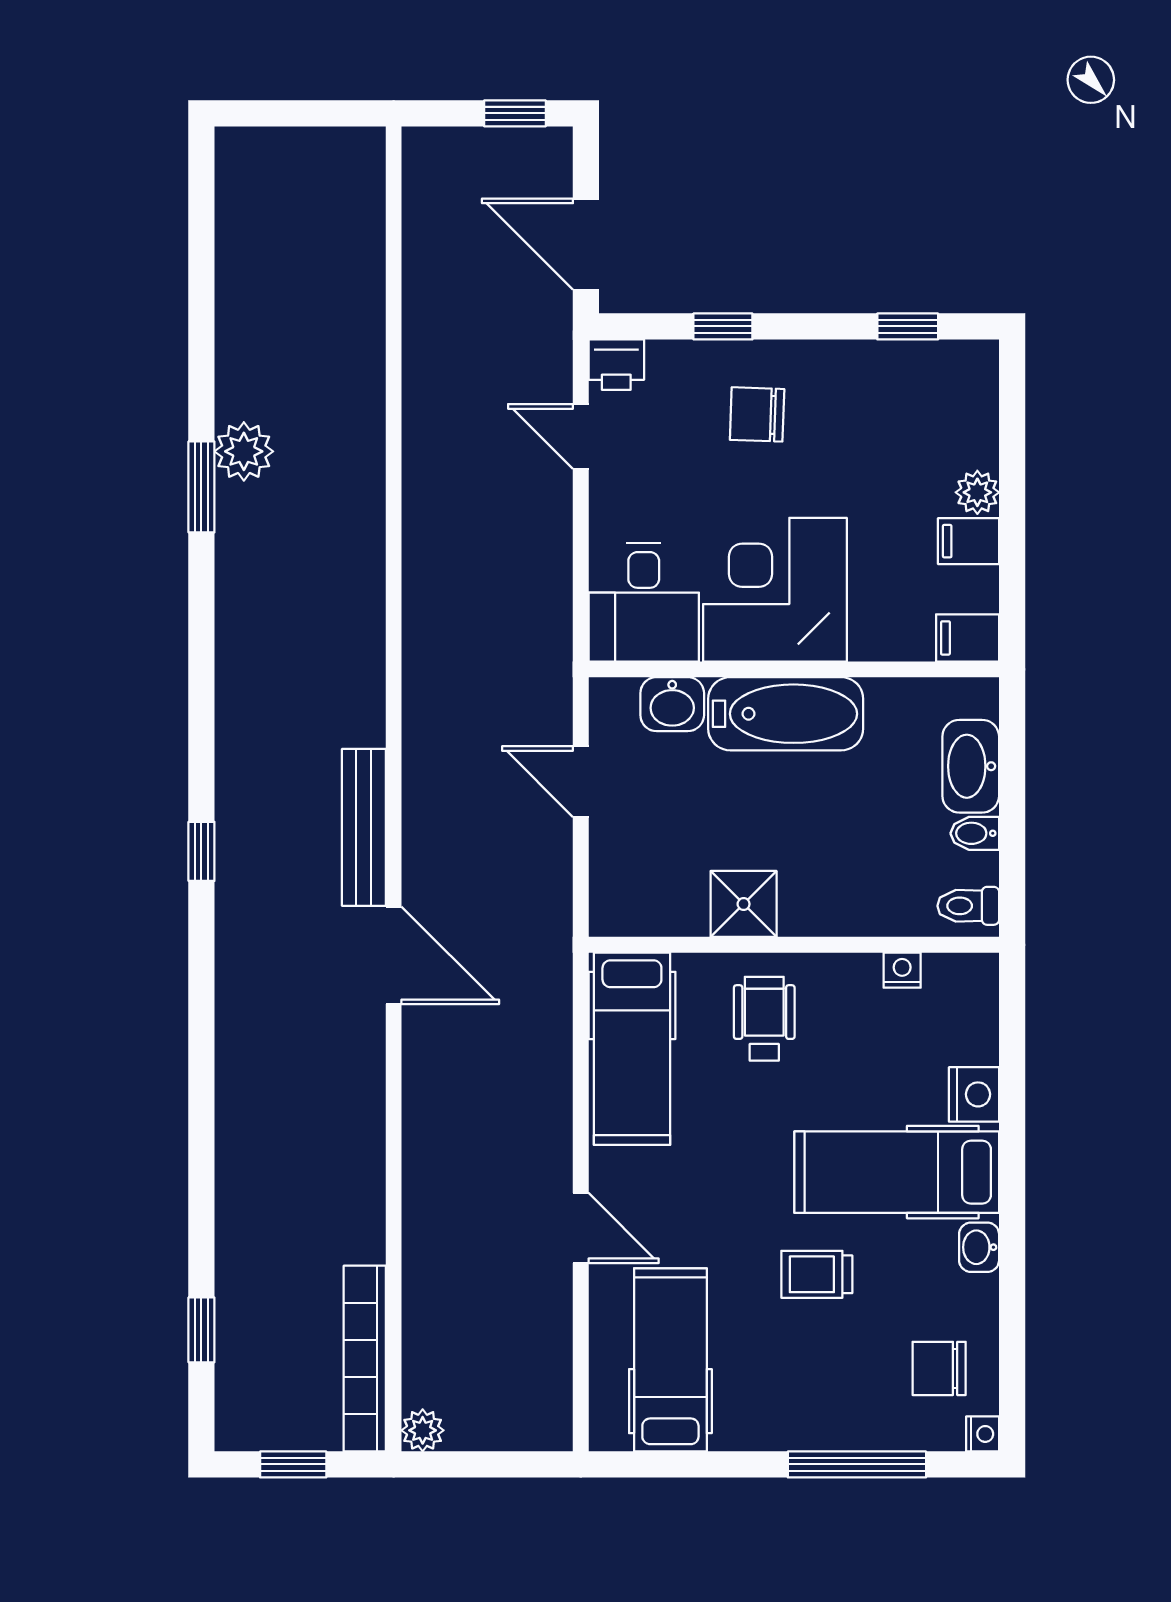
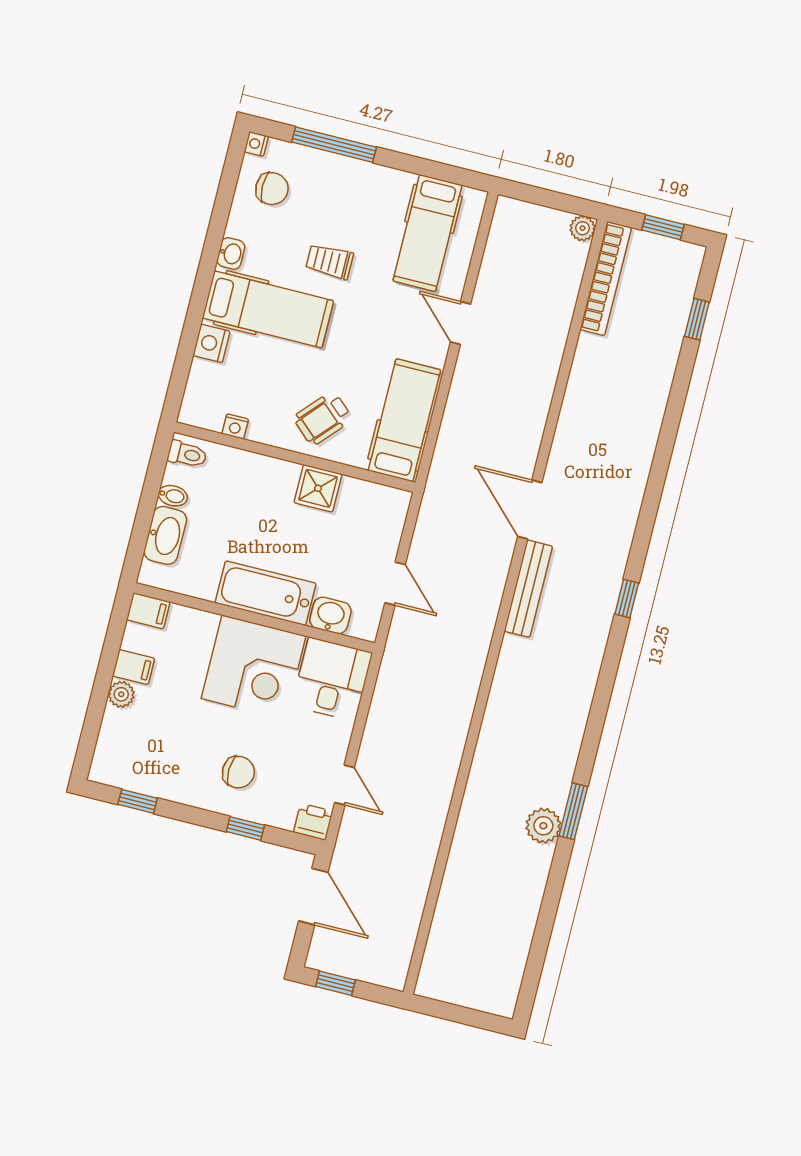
wheelchair: (764, 1019) -> (323, 418), turned 42
trolley: (817, 1274) -> (330, 261), turned 180

